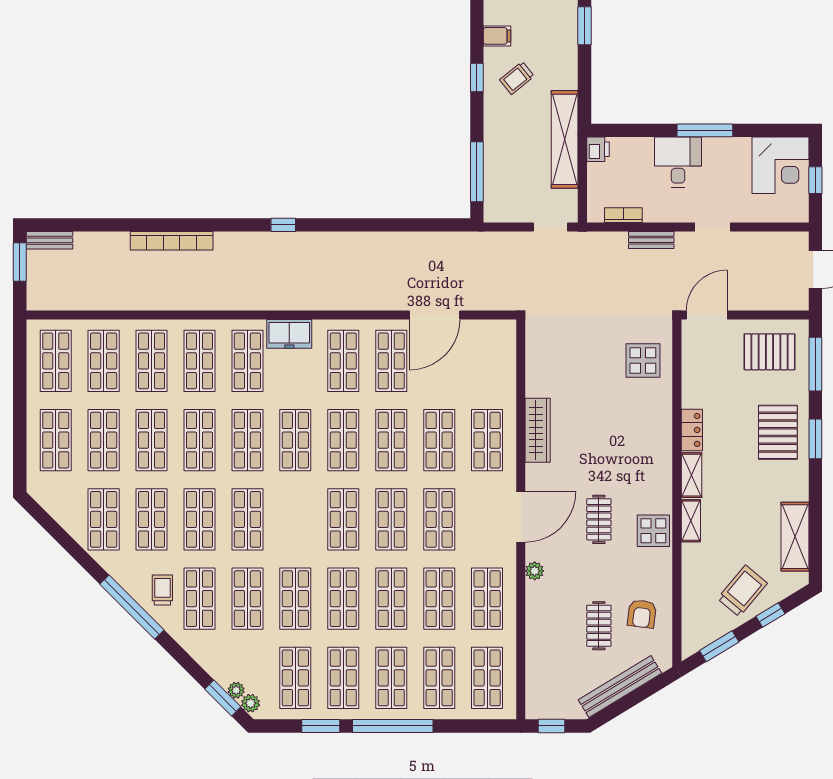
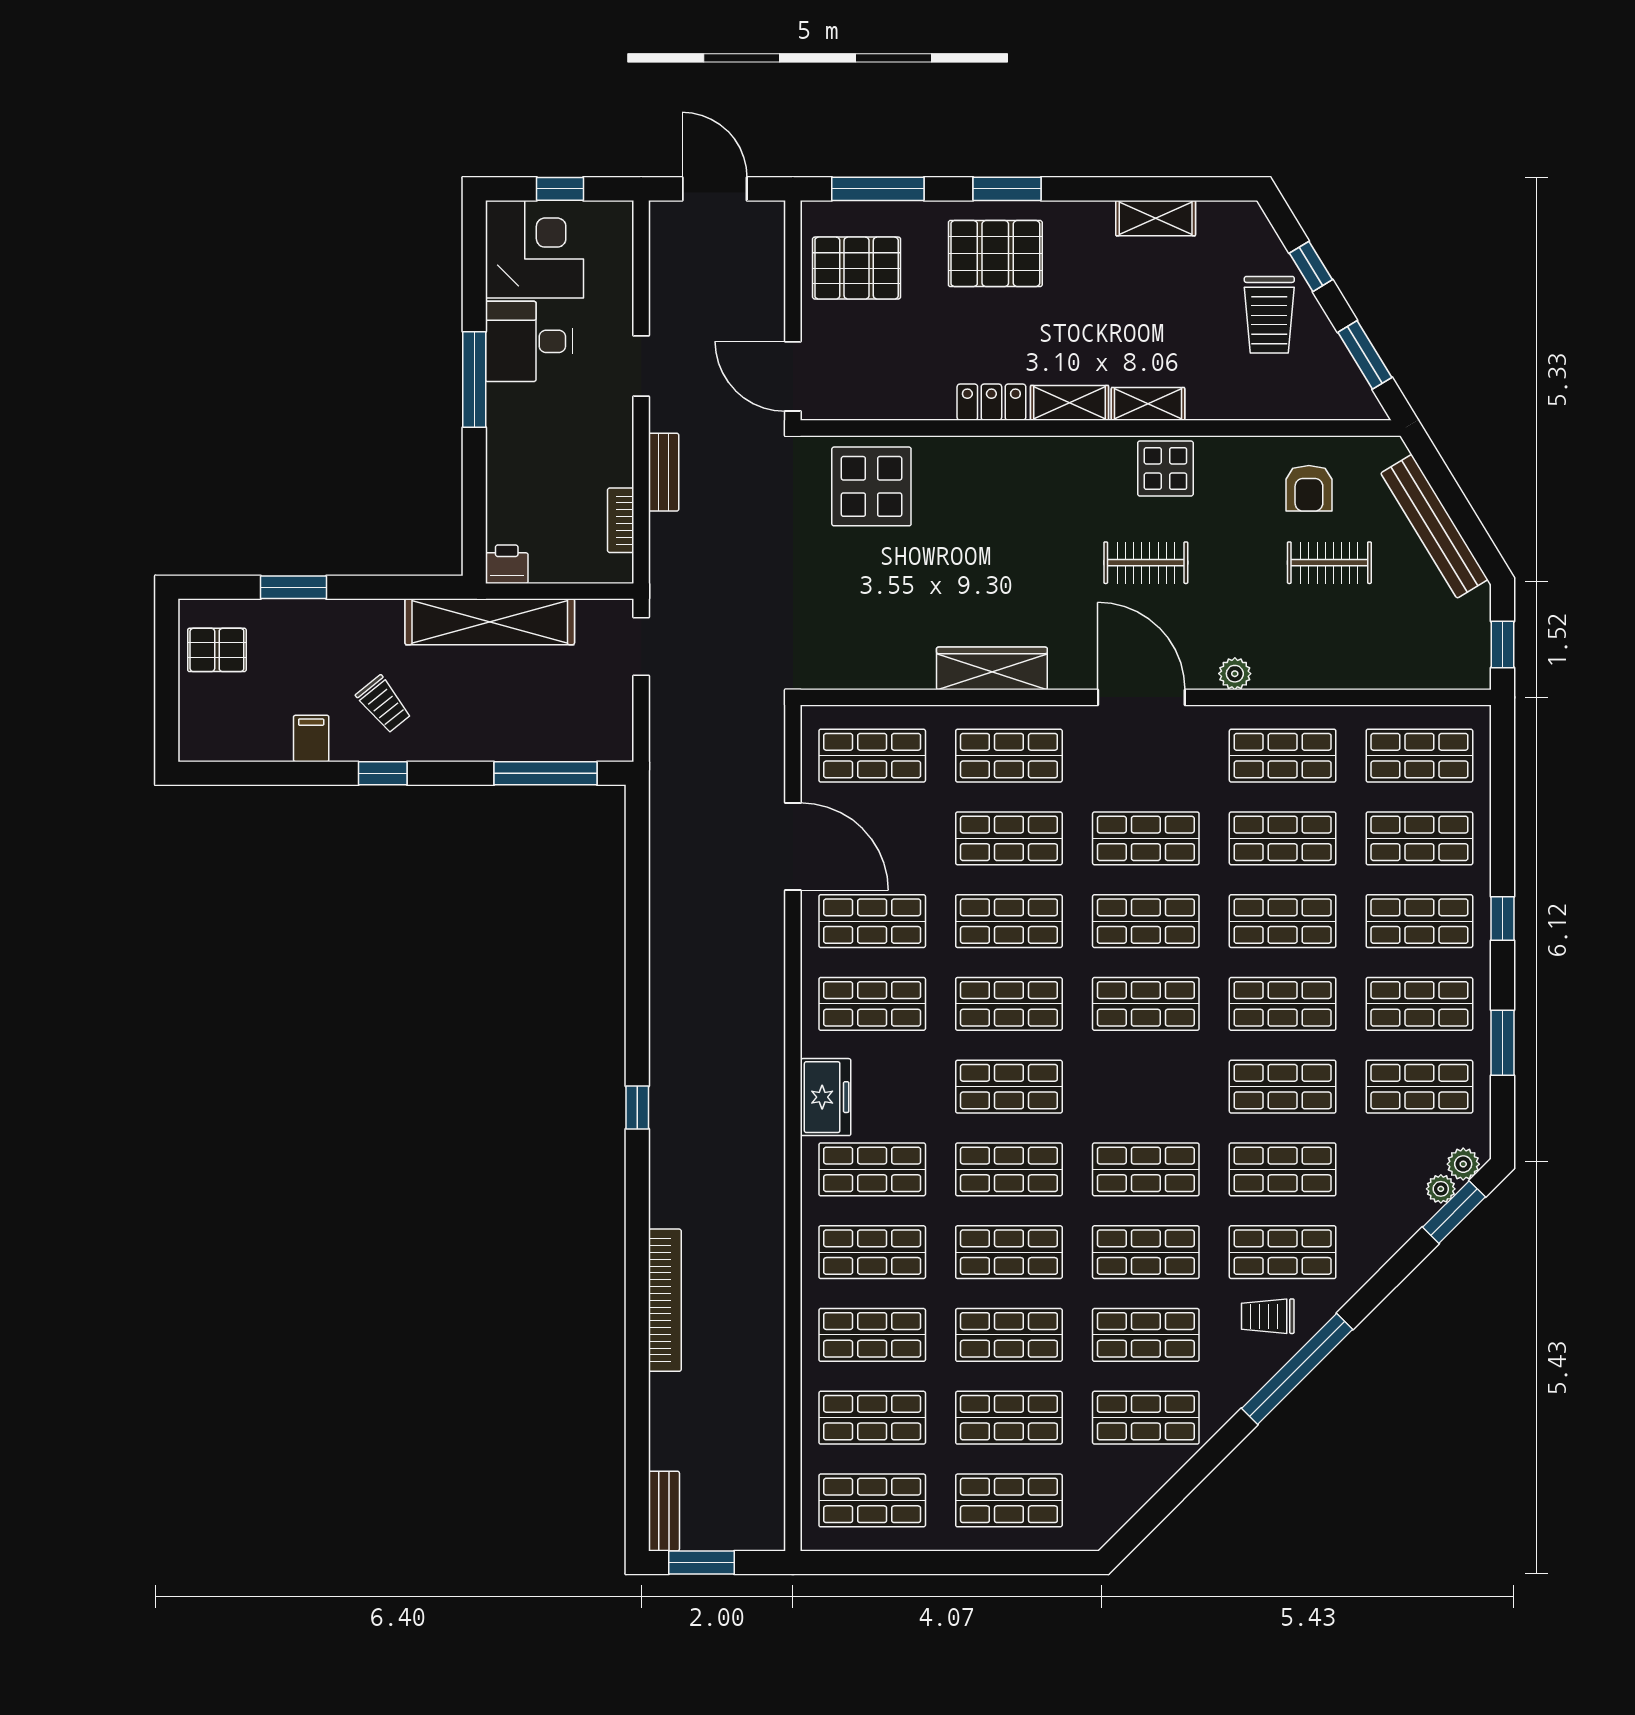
desk: (678, 162) -> (529, 341), moved
pallet: (770, 352) -> (857, 268), turned 90
display table: (643, 360) -> (871, 486), width x1.36, depth x1.36
shop shelf: (487, 361) -> (872, 756), added
shelving: (795, 537) -> (1156, 218), width x0.67, depth x0.75
trolley: (742, 591) -> (1269, 315), turned -130
armchair: (642, 614) -> (1309, 488), turned 83
window: (393, 726) -> (1502, 919), width x0.32

